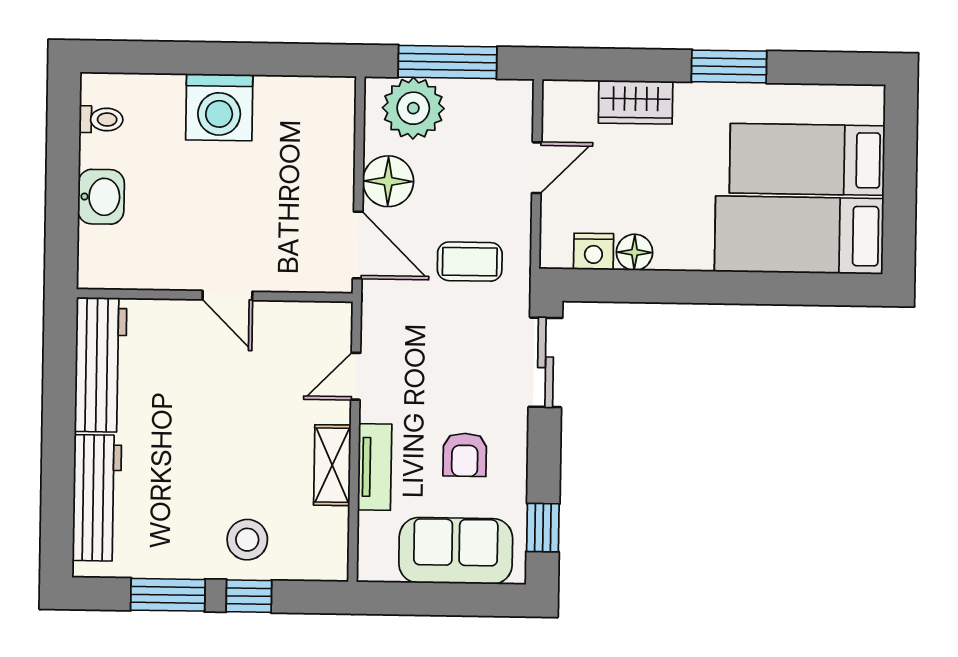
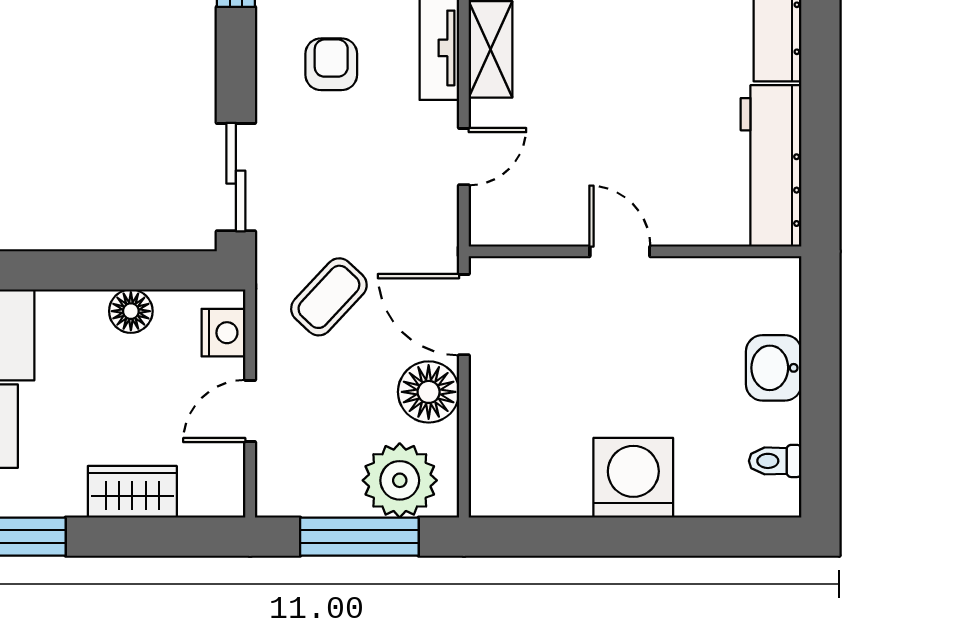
nightstand: (594, 252) -> (223, 333), moved, turned 90
coffee table: (470, 262) -> (329, 297), turned -47

